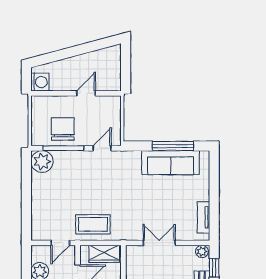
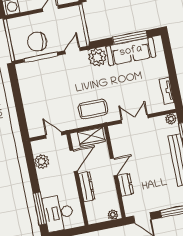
chair: (63, 129) -> (37, 42), turned -81
plant: (42, 162) -> (97, 57), moved
coffee table: (93, 224) -> (93, 109), moved
door: (60, 243) -> (54, 135), swing flipped

